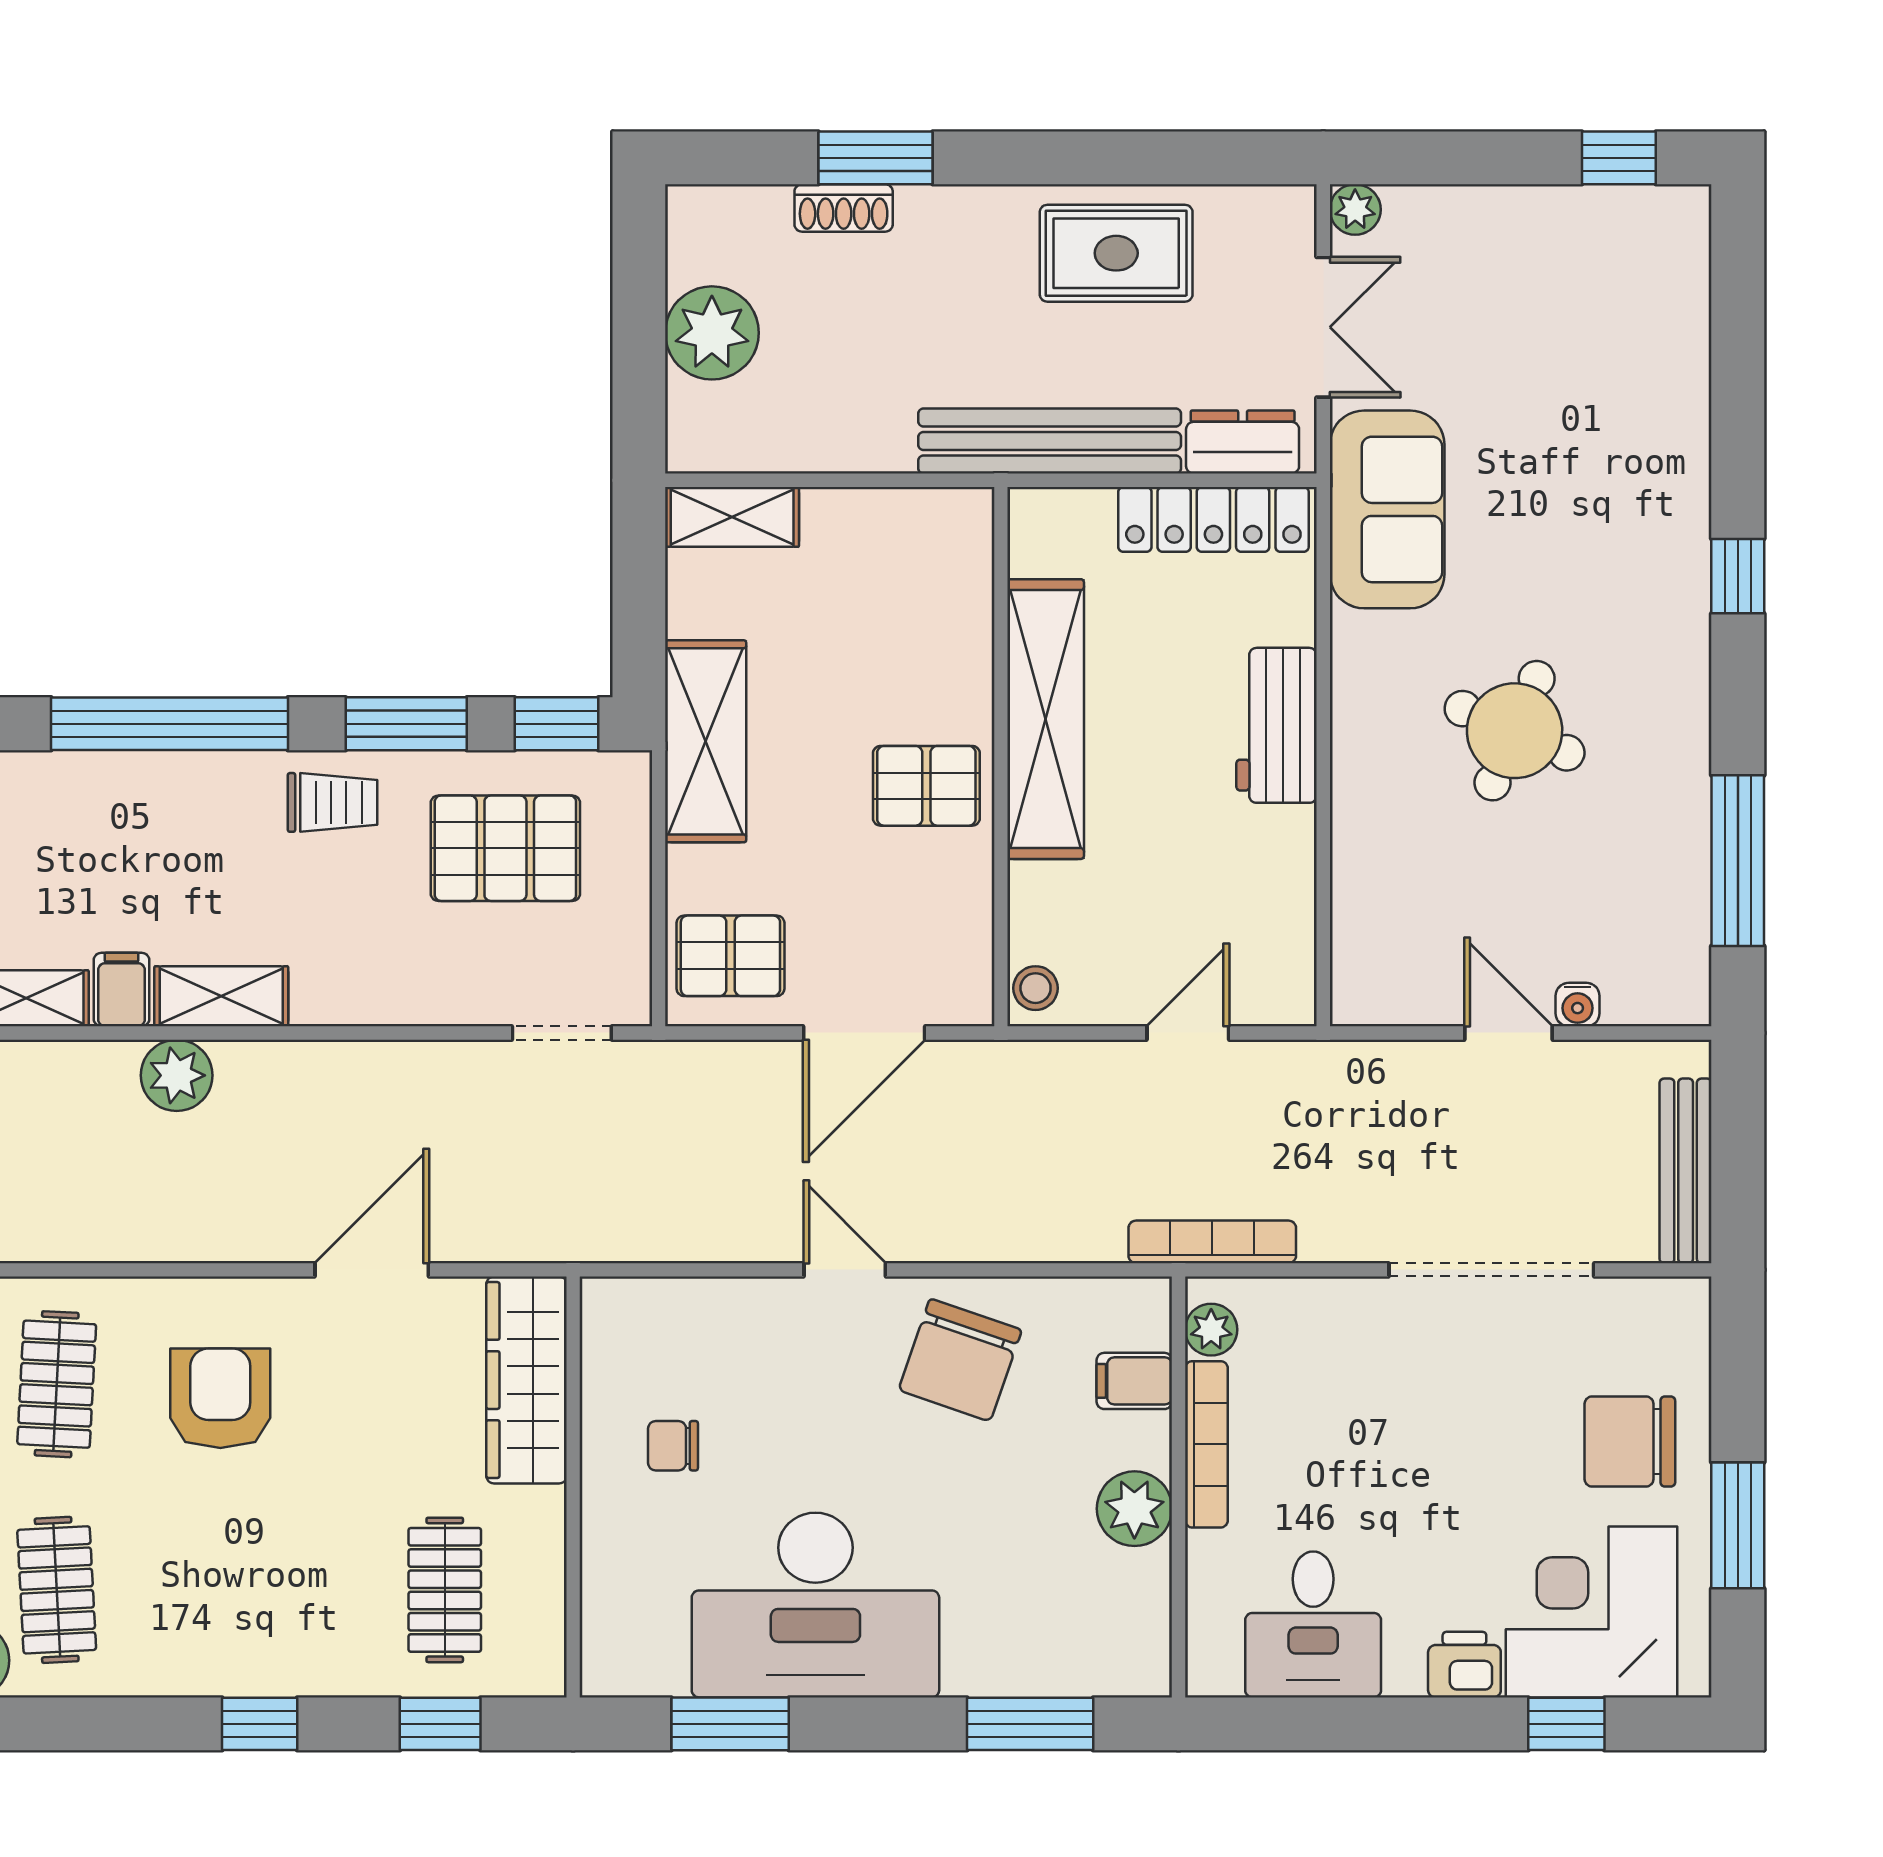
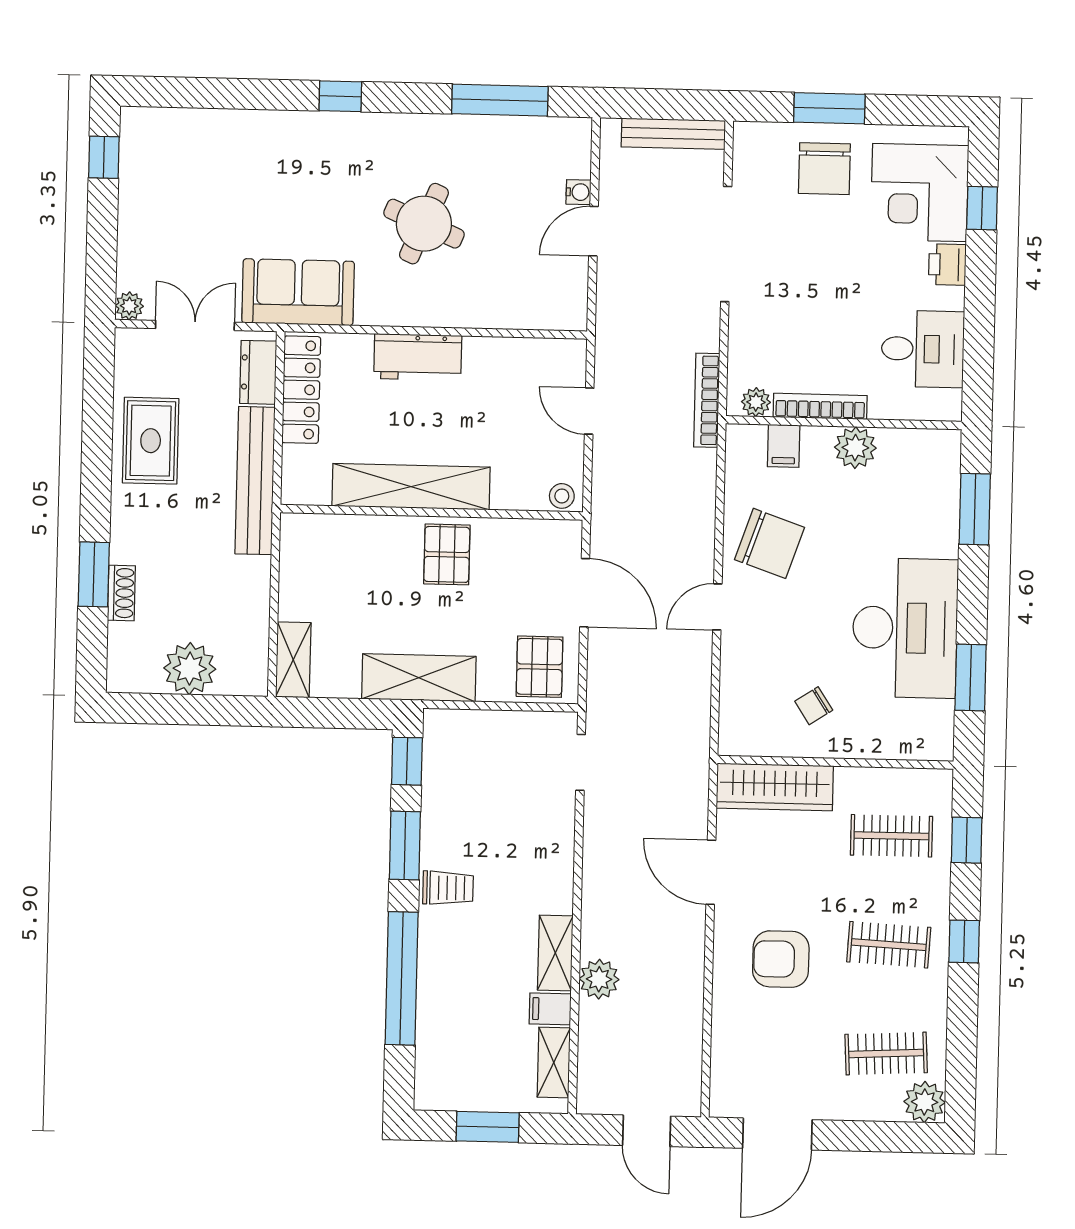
trolley: (333, 802) -> (448, 888), turned 90
pallet: (505, 848) -> (476, 792), removed
clothes rail: (57, 1384) -> (889, 945), moved
chair: (673, 1446) -> (814, 706), turned 57
window: (1738, 1525) -> (829, 108), moved

